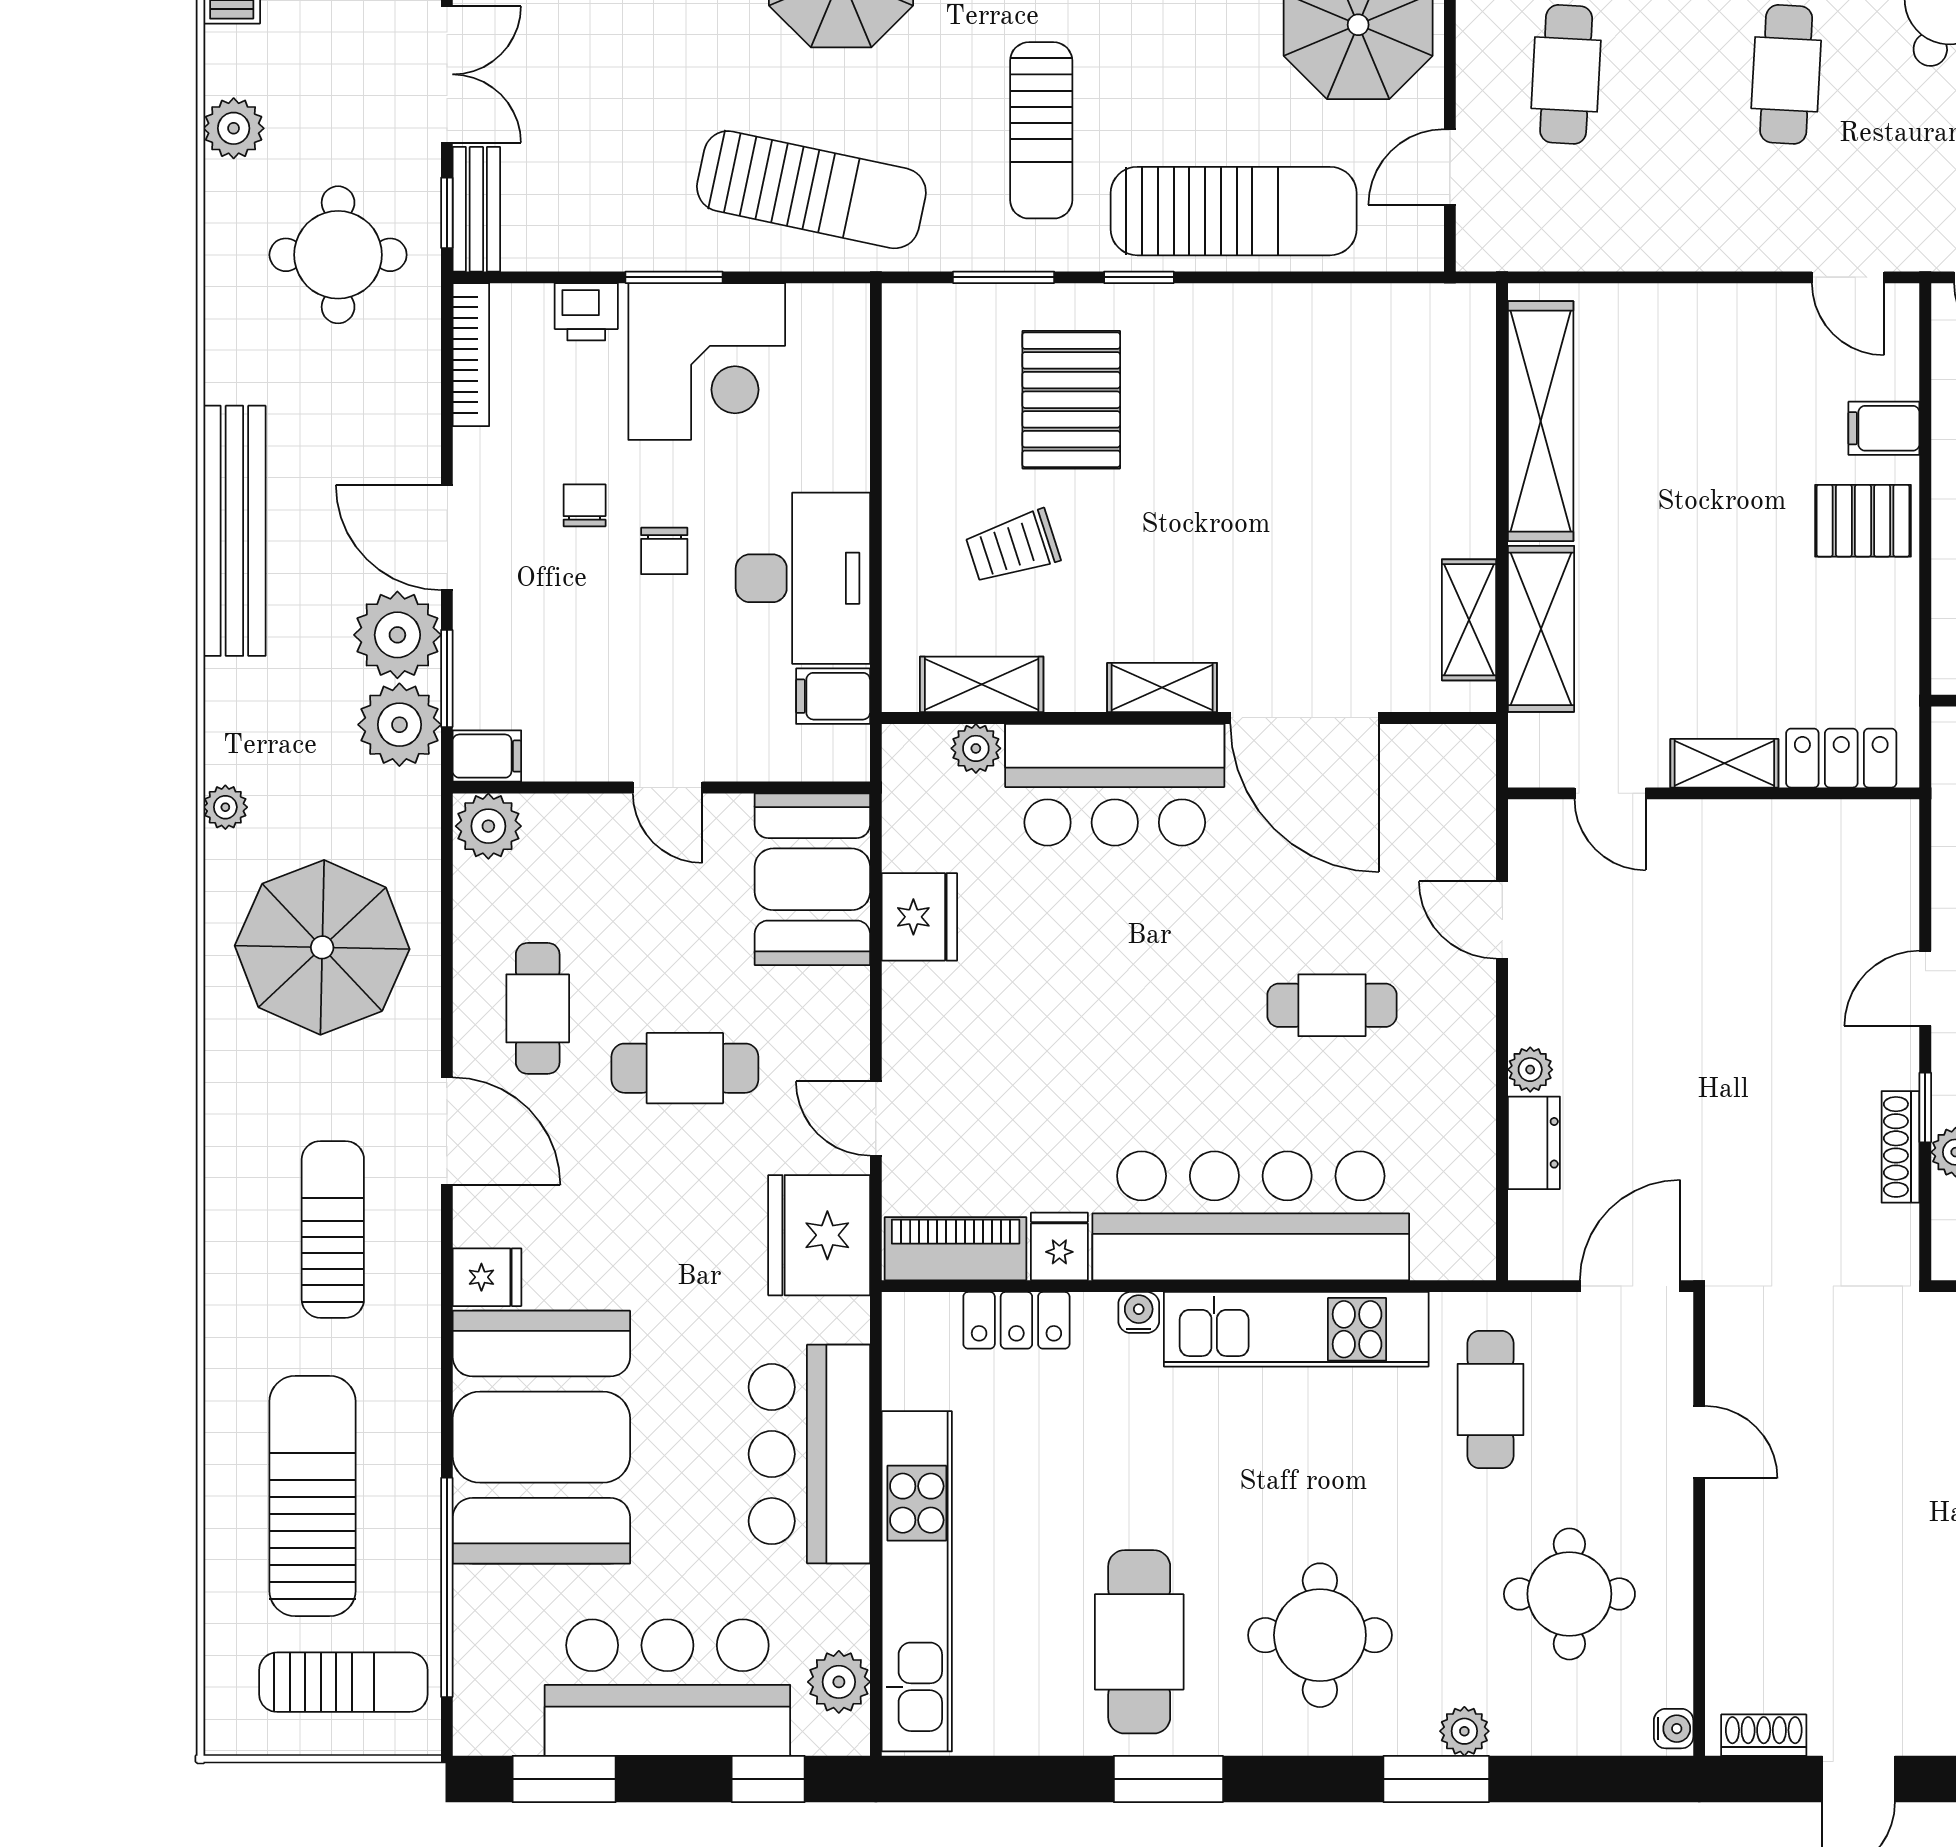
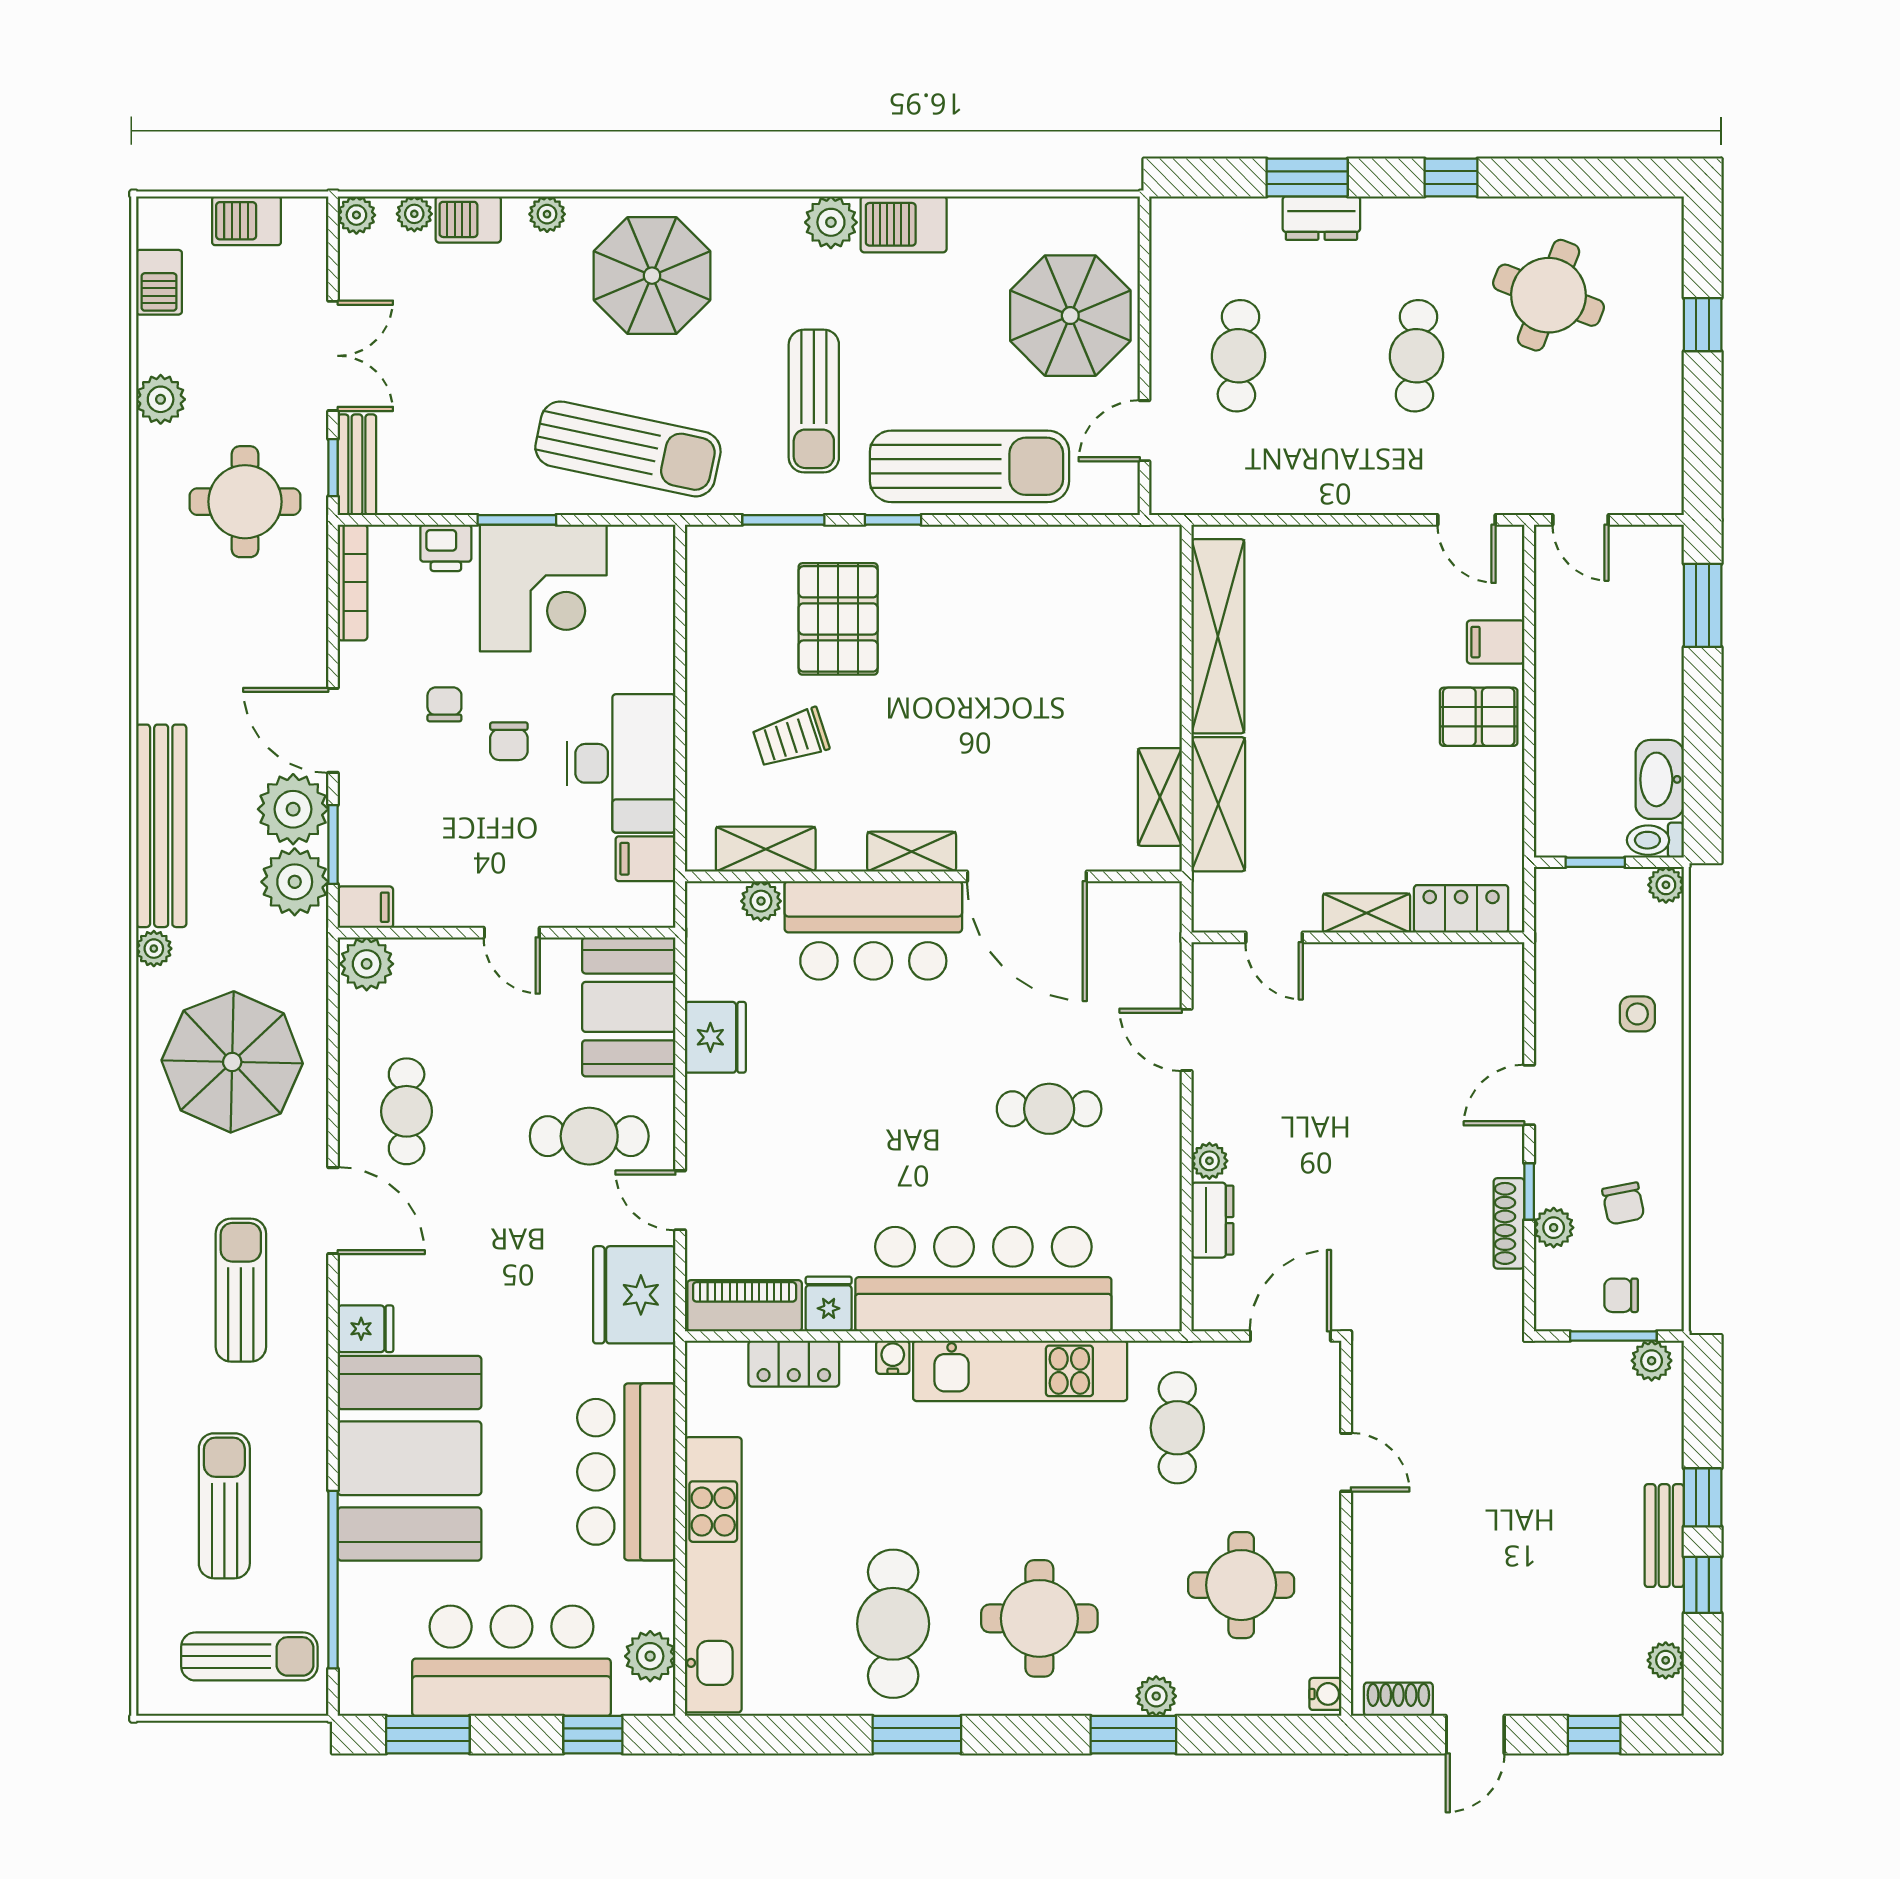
bench: (234, 531) -> (161, 826), moved
cafe table: (685, 1068) -> (589, 1136), moved
sun lounger: (312, 1496) -> (224, 1506), width x0.73, depth x0.75

